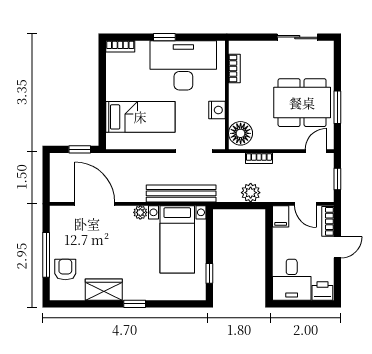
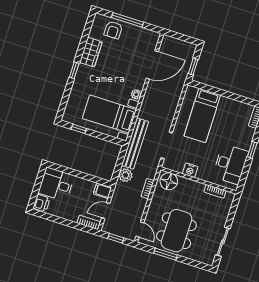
desk: (183, 65) -> (230, 164), width x0.73, depth x0.77
bench: (181, 193) -> (135, 143), moved
door: (337, 247) -> (69, 223), removed
armchair: (65, 270) -> (113, 30), turned 90

